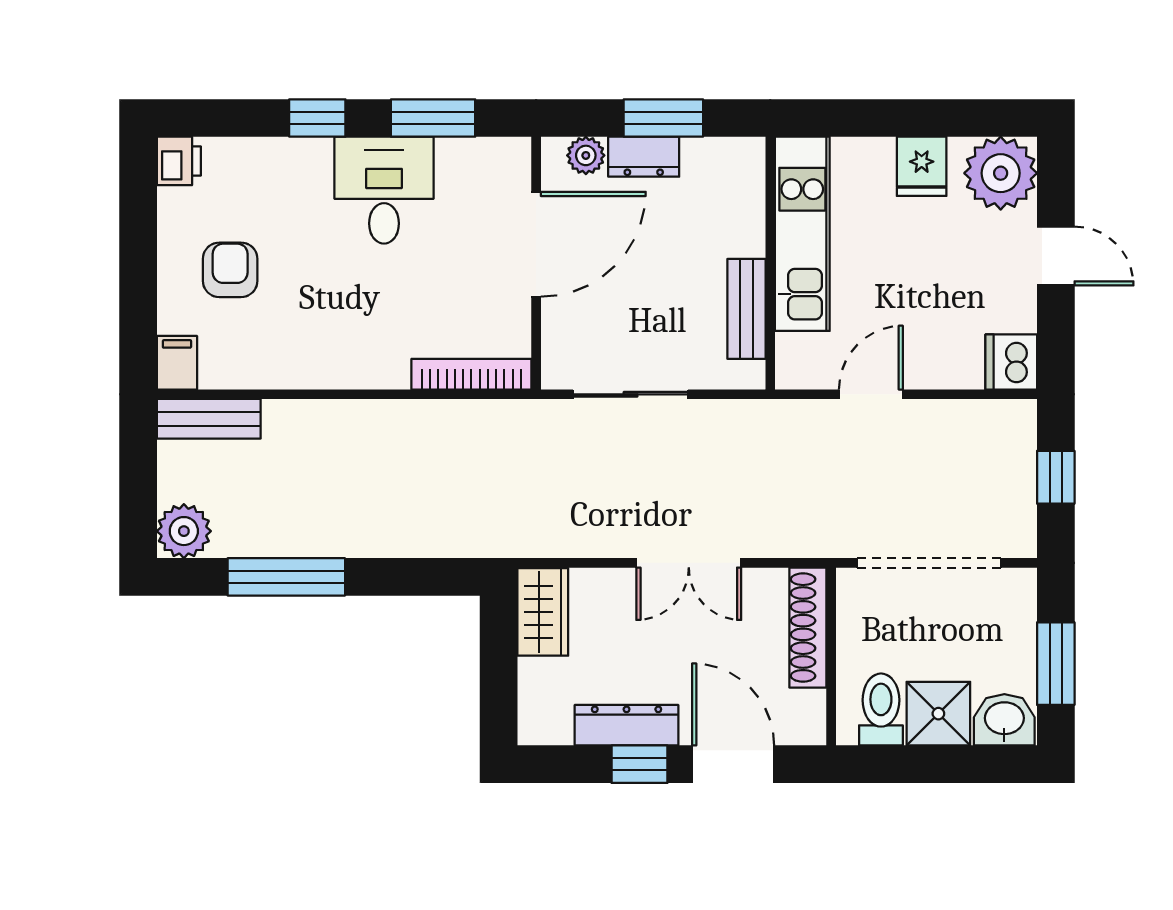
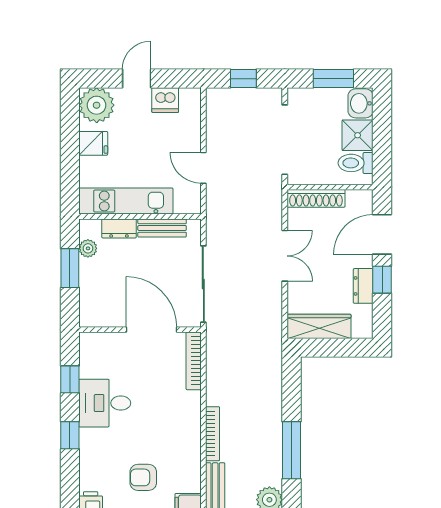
window: (433, 118) -> (70, 379), width x0.67
plant: (586, 155) -> (88, 248), moved
dresser: (644, 157) -> (119, 228), moved, turned 90
door: (536, 244) -> (151, 330), moved
dishwasher: (1011, 362) -> (165, 100), moved
sliding door: (631, 394) -> (203, 284), width x1.37
bookcase: (321, 413) -> (213, 434), added
wardrobe: (543, 612) -> (319, 326), width x1.50
dresser: (627, 725) -> (363, 286), width x0.70

